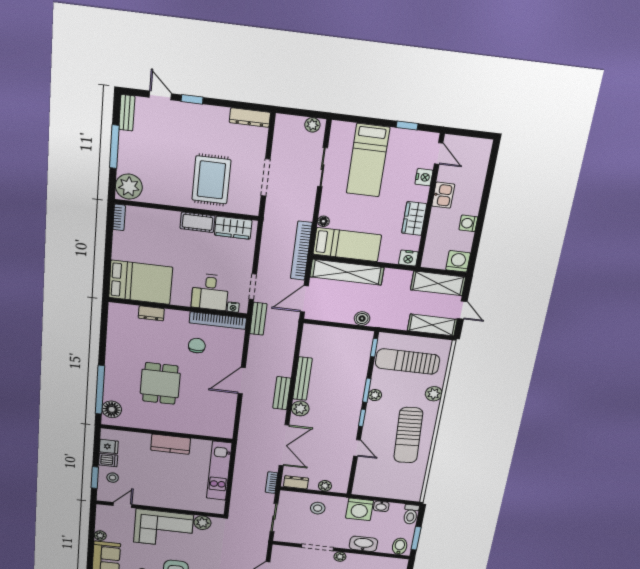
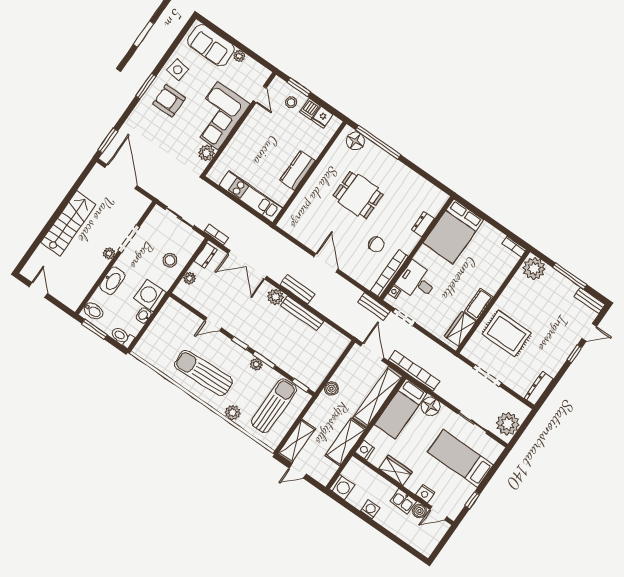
plant: (312, 125) -> (508, 424), width x1.88, depth x1.88
boiler: (446, 174) -> (419, 511), added
floor lamp: (323, 221) -> (430, 406), width x1.89, depth x1.89
shelving: (438, 283) -> (346, 442), moved

